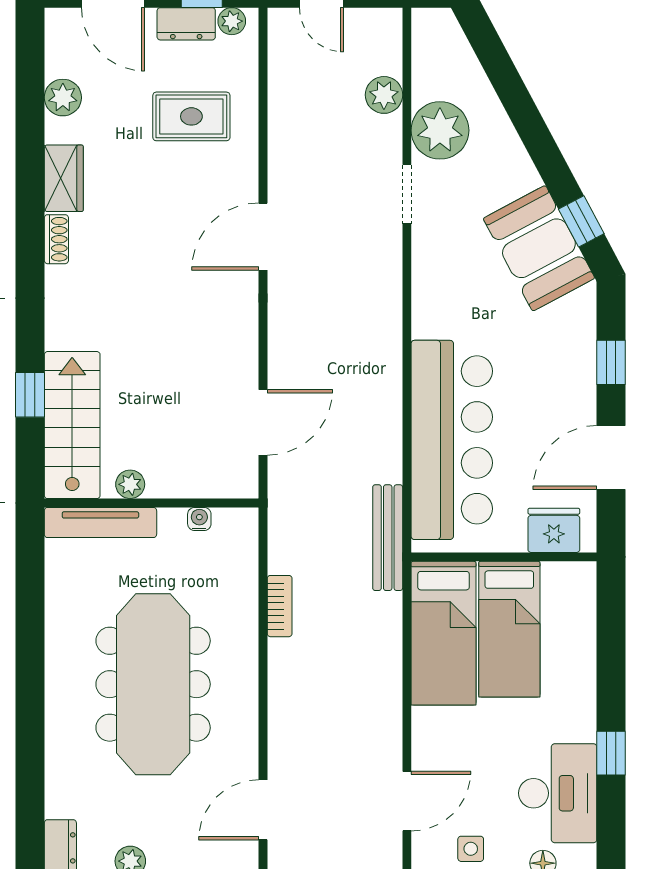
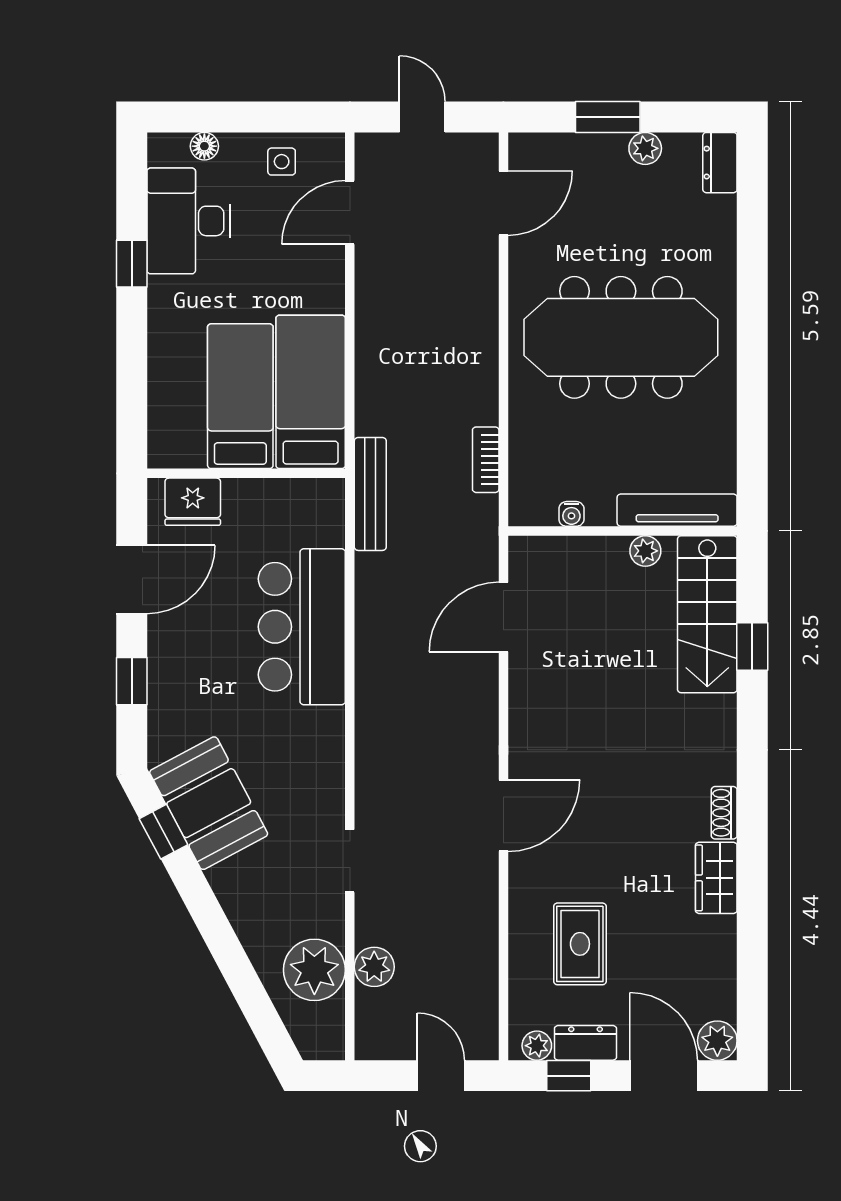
plant: (63, 98) -> (717, 1041), moved
rug: (191, 116) -> (580, 944), turned 90
plant: (440, 130) -> (314, 970), moved
bar counter: (452, 440) -> (302, 627), width x0.73
bookcase: (280, 606) -> (486, 460), moved
meeting table: (153, 684) -> (621, 337), turned 90

